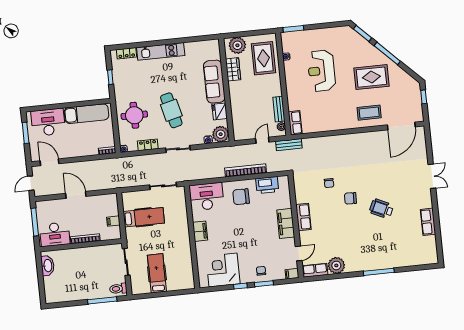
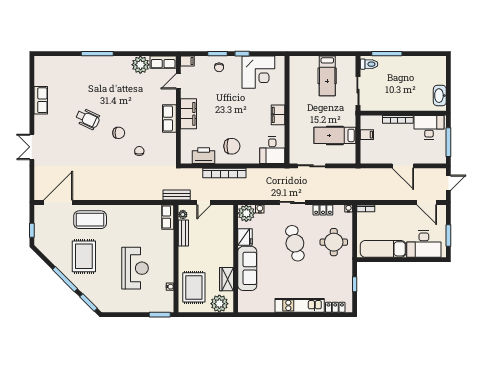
rug: (371, 77) -> (84, 256), turned 90
coffee table: (369, 113) -> (90, 220), width x1.36, depth x1.32
desk: (207, 197) -> (272, 150), width x0.73

